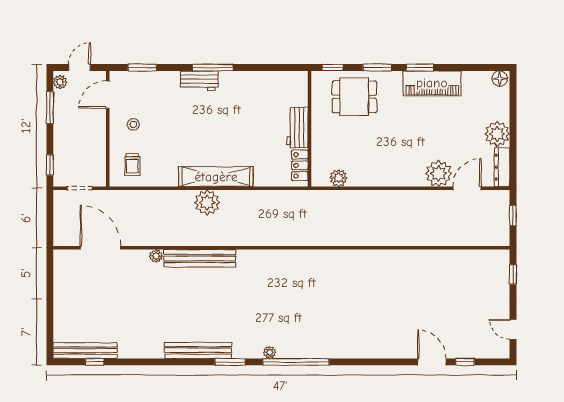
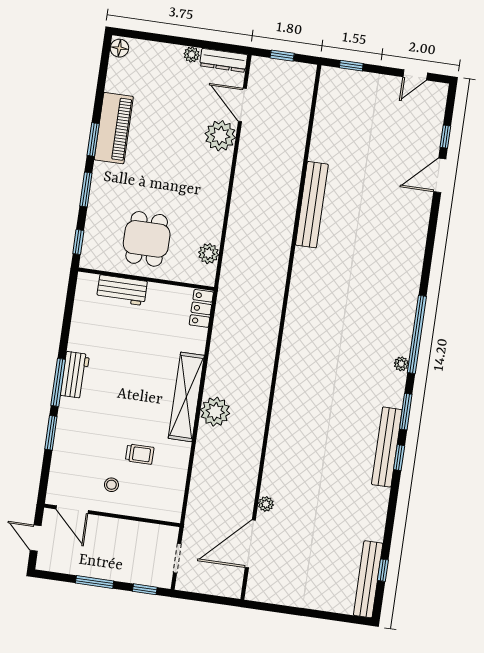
window: (142, 68) -> (51, 433), moved
workbench: (199, 81) -> (75, 375), moved
plant: (60, 82) -> (49, 563), removed
dining table: (354, 97) -> (147, 239), moved
window: (50, 107) -> (95, 582), moved
workbench: (297, 128) -> (122, 290), moved
plant: (497, 134) -> (192, 55), width x0.53, depth x0.53
trolley: (132, 165) -> (140, 454), moved
locker: (300, 165) -> (201, 308), moved, turned 90
plant: (156, 256) -> (266, 504), moved
bench: (200, 258) -> (312, 205), moved
window: (191, 362) -> (399, 458), added

